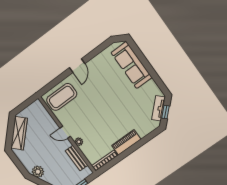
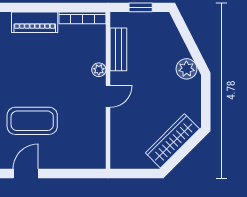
coffee table: (62, 97) -> (32, 121), moved
door: (65, 132) -> (108, 96), hinge flipped

